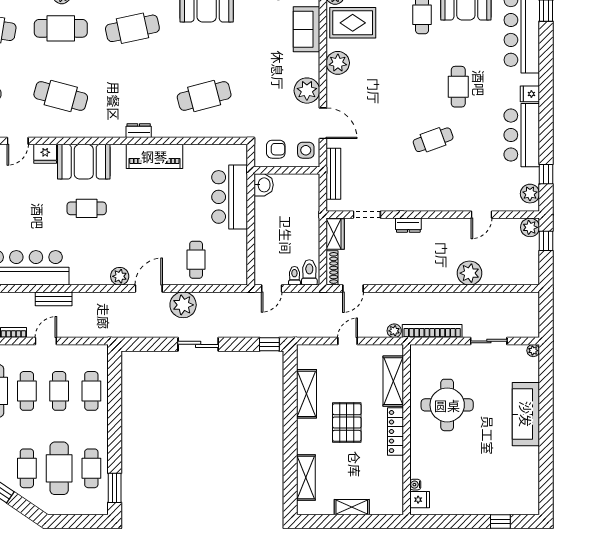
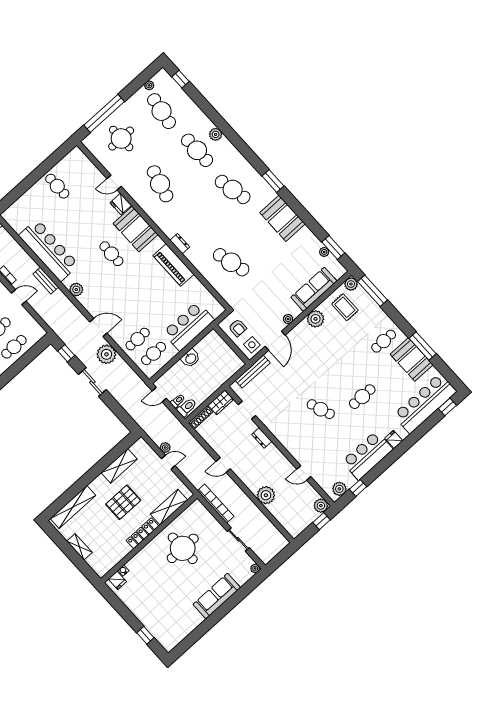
rug: (353, 23) -> (345, 307), width x0.73, depth x0.70
sofa: (307, 29) -> (314, 289), width x1.36
plant: (307, 91) -> (288, 319), width x0.53, depth x0.53
washbasin: (264, 185) -> (191, 358), moved
cafe table: (225, 257) -> (154, 354), added
plant: (120, 276) -> (76, 290), moved
door: (353, 289) -> (223, 465), moved
plant: (394, 331) -> (165, 448), moved
window: (269, 344) -> (66, 353), moved
shelving: (306, 477) -> (73, 507), width x1.47

